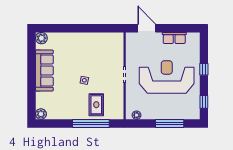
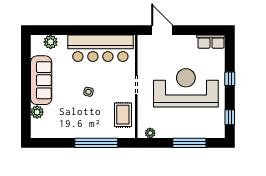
plant: (41, 38) -> (51, 42), moved
row of seats: (174, 38) -> (211, 42), moved
bar counter: (94, 43) -> (100, 48), added
rug: (96, 105) -> (123, 115), moved
plant: (41, 114) -> (37, 112), moved

